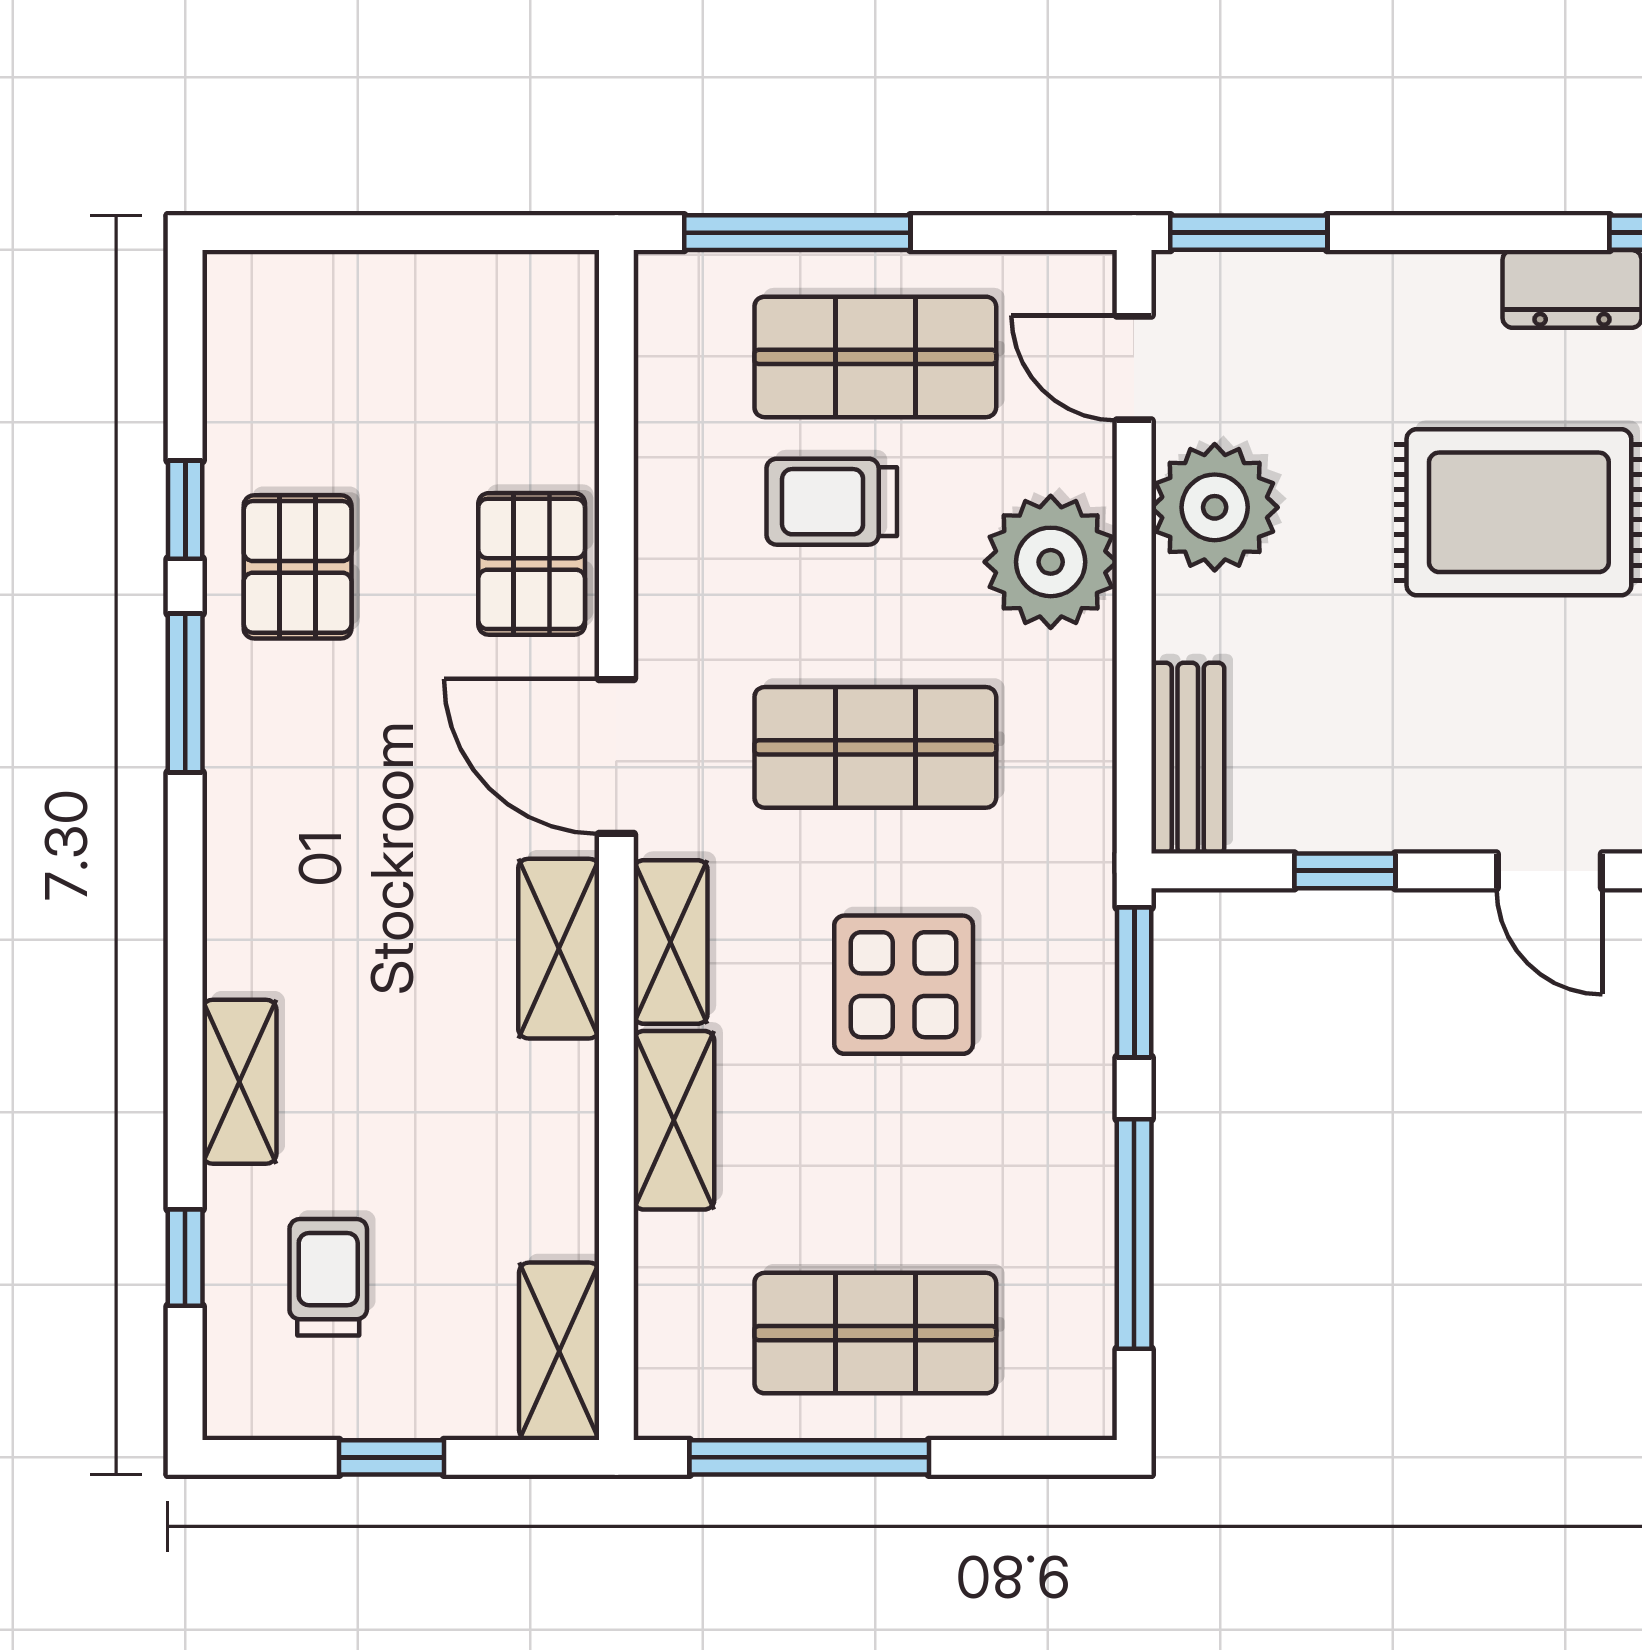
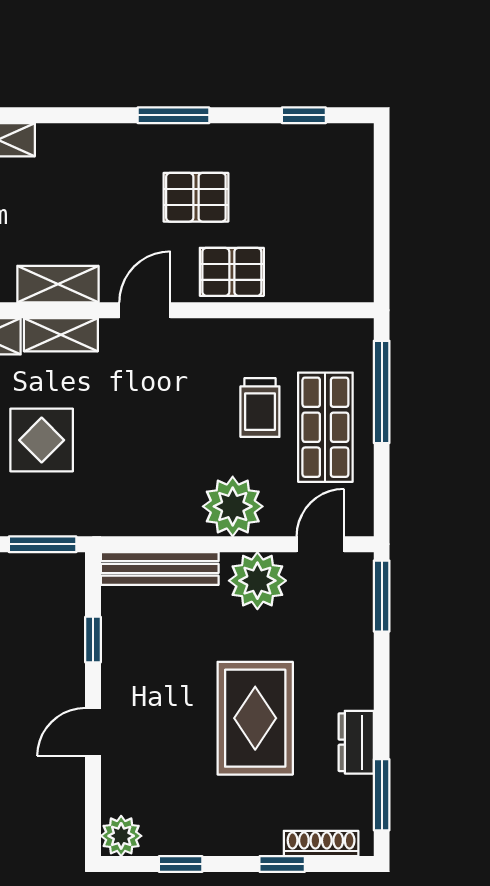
trolley: (832, 502) -> (260, 408), turned 180
window: (185, 510) -> (304, 115), moved
pallet: (298, 567) -> (196, 197), moved
shop shelf: (875, 747) -> (149, 427), removed
door: (616, 756) -> (145, 310), width x0.73
bench: (1188, 758) -> (160, 568), width x1.36

